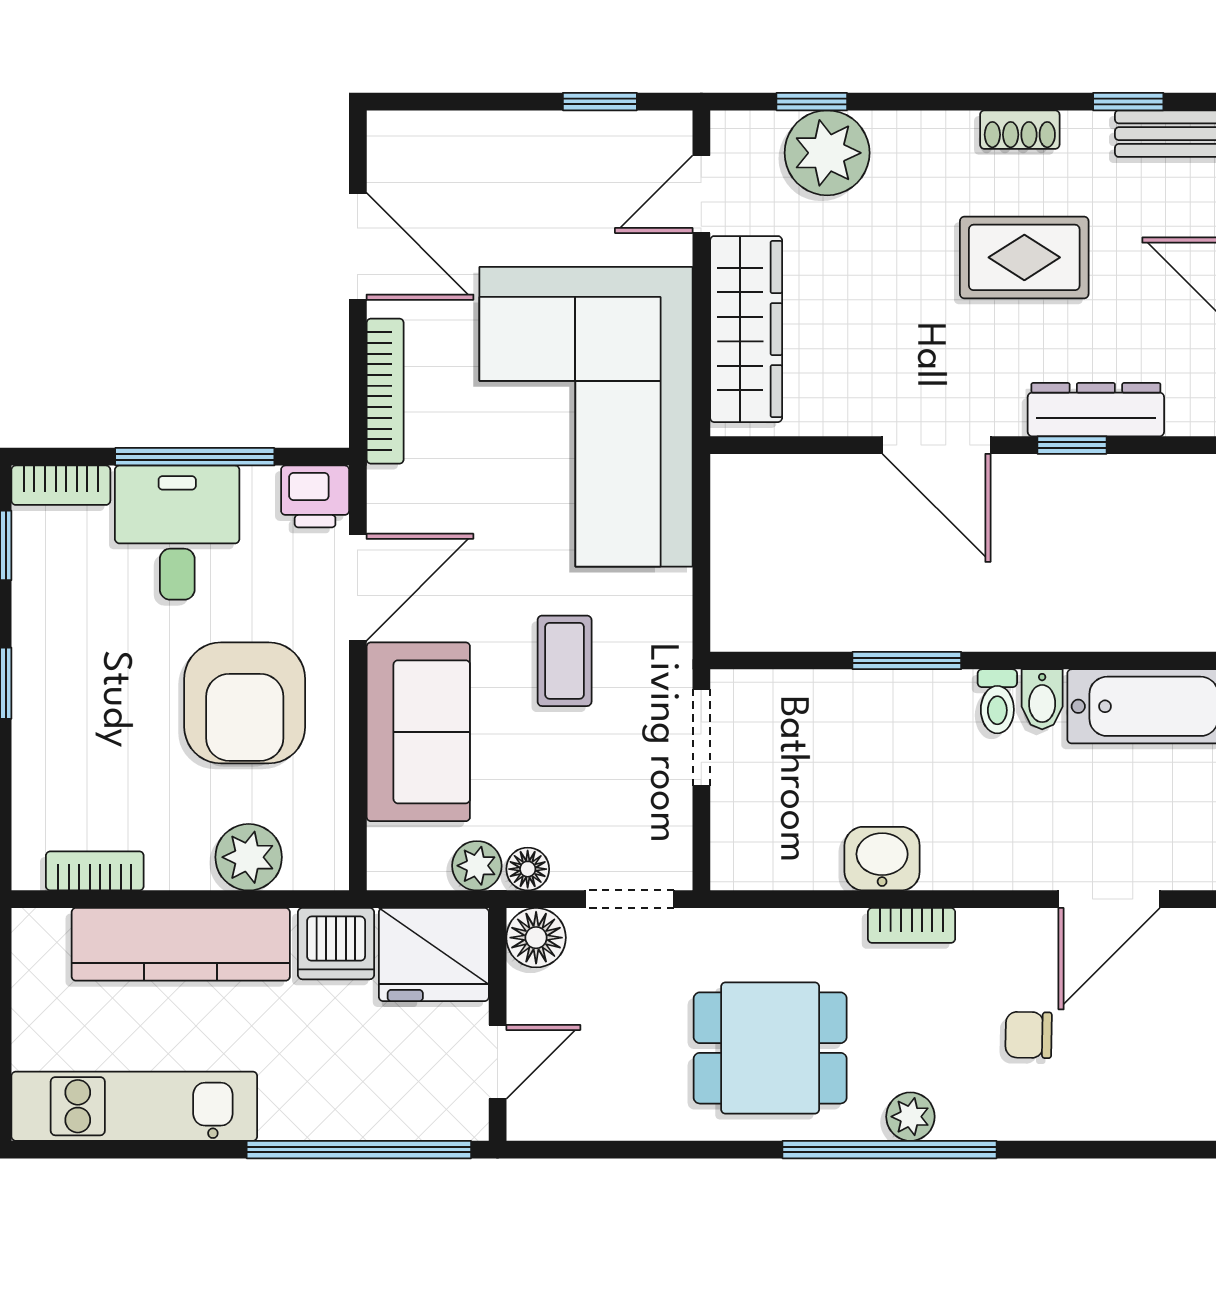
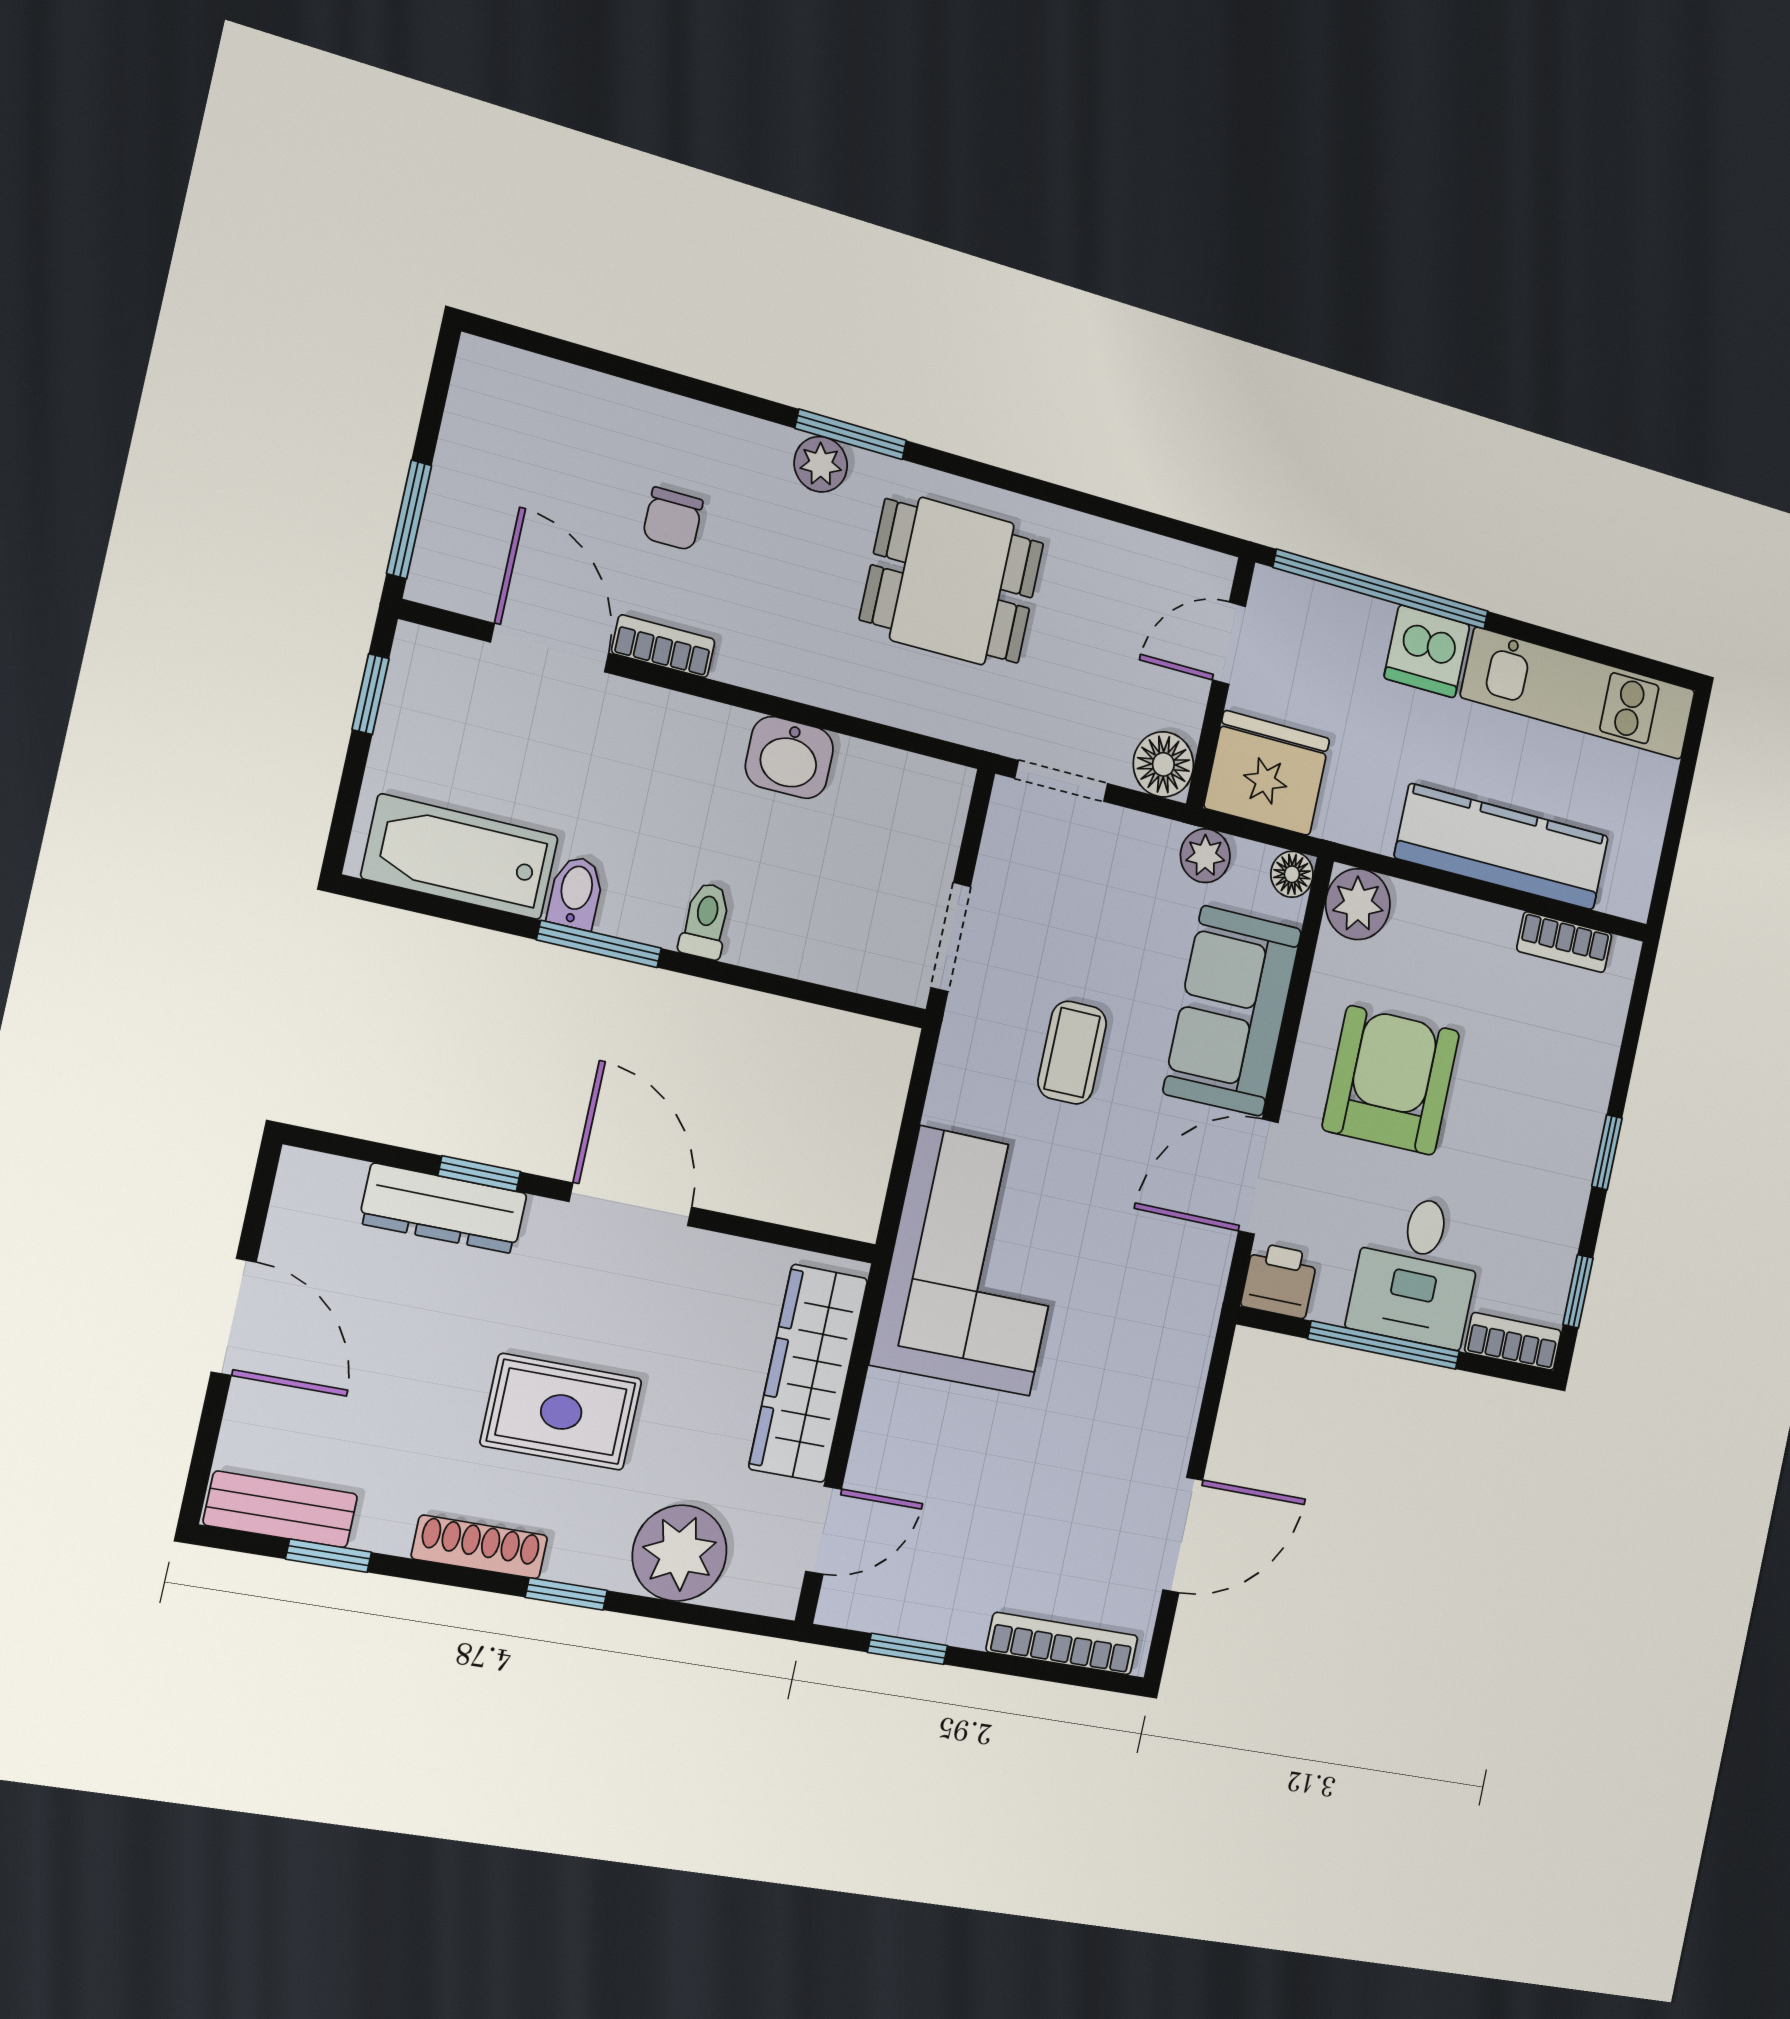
window: (812, 102) -> (566, 1594), moved
shoe rack: (1020, 130) -> (480, 1547), width x1.43
door: (358, 246) -> (1183, 1535), swing flipped
rug: (1024, 257) -> (561, 1412), moved
bookcase: (385, 391) -> (1062, 1644), moved, turned 90
corner sofa: (586, 417) -> (975, 1262), width x0.73, depth x0.74
window: (907, 660) -> (599, 944), moved
toilet: (997, 701) -> (706, 921), moved
plant: (249, 857) -> (1358, 904), moved
floor lamp: (528, 869) -> (1292, 874), moved
door: (1109, 899) -> (550, 648), hinge flipped
bookcase: (912, 925) -> (663, 646), moved
dishwasher: (336, 944) -> (1427, 651), moved, turned 180
chair: (1029, 1035) -> (673, 519), turned 89
window: (889, 1150) -> (851, 434), width x0.47

